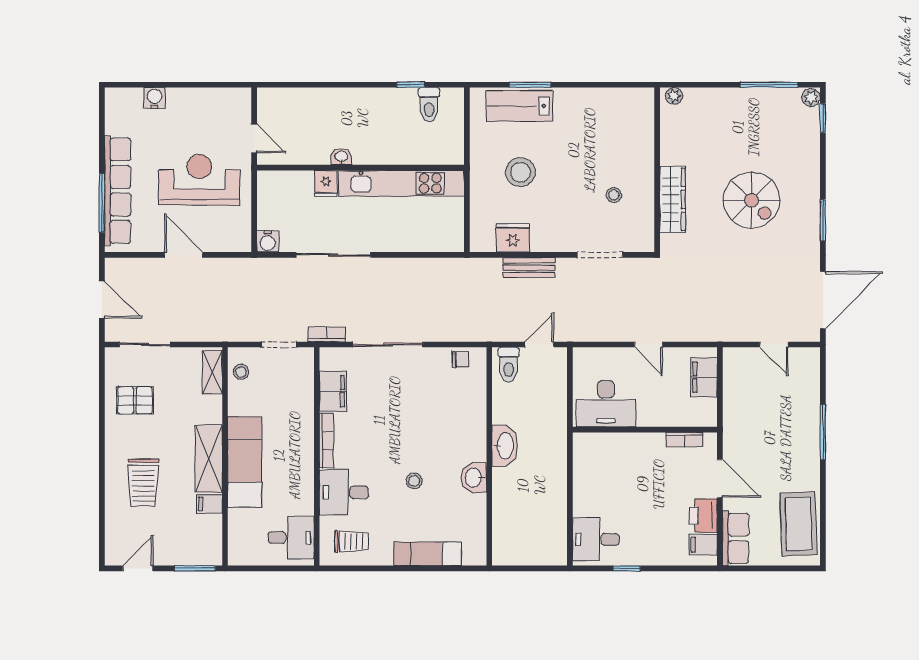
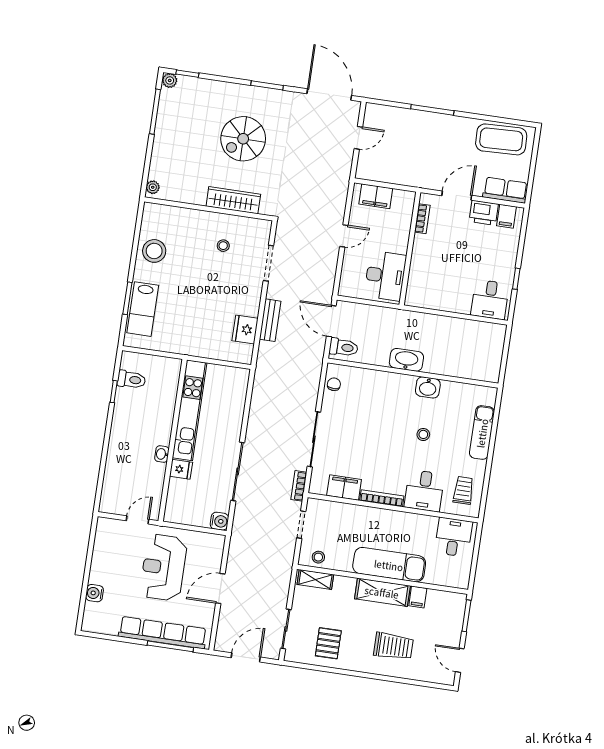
stool: (521, 172) -> (154, 251), moved
spiral stairs: (752, 200) -> (243, 139), turned 180
door: (539, 344) -> (331, 321), width x1.38

